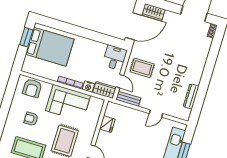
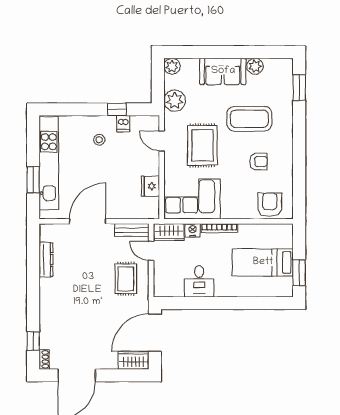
window: (216, 45) -> (33, 341), added
bed: (50, 47) -> (263, 262), width x0.67
desk: (115, 58) -> (199, 281), moved
rug: (142, 68) -> (126, 279), turned 90
corner sofa: (68, 103) -> (192, 199), moved
door: (156, 113) -> (88, 221), width x1.87

